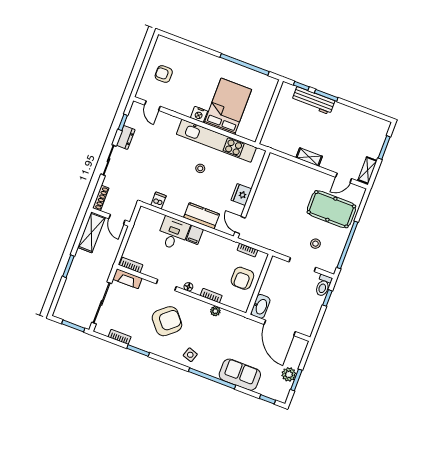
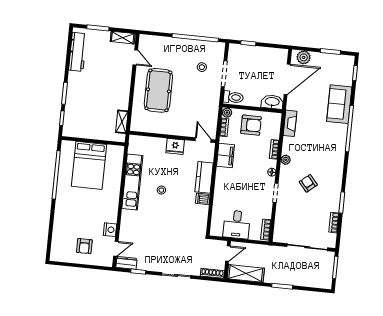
workbench: (313, 101) -> (78, 52), moved
bed: (228, 106) -> (89, 165), moved, turned -90
nightstand: (199, 114) -> (110, 230), moved
dresser: (126, 137) -> (126, 263), moved
kitchen unit: (216, 141) -> (132, 182), width x0.73
shelving: (309, 157) -> (122, 122), moved
dishwasher: (158, 200) -> (203, 199), moved
pool table: (331, 209) -> (158, 90), moved
door: (240, 225) -> (203, 140), swing flipped
desk: (173, 233) -> (237, 224), moved, turned -90
filing cabinet: (195, 235) -> (225, 155), moved, width x2.00
plant: (262, 257) -> (227, 113), added
fireplace: (127, 279) -> (290, 123), moved
toilet: (323, 286) -> (233, 97), moved
plant: (215, 311) -> (286, 160), moved
armchair: (167, 321) -> (308, 183), width x0.53, depth x0.53
side table: (190, 355) -> (333, 154), removed
plant: (289, 374) -> (304, 57), moved

